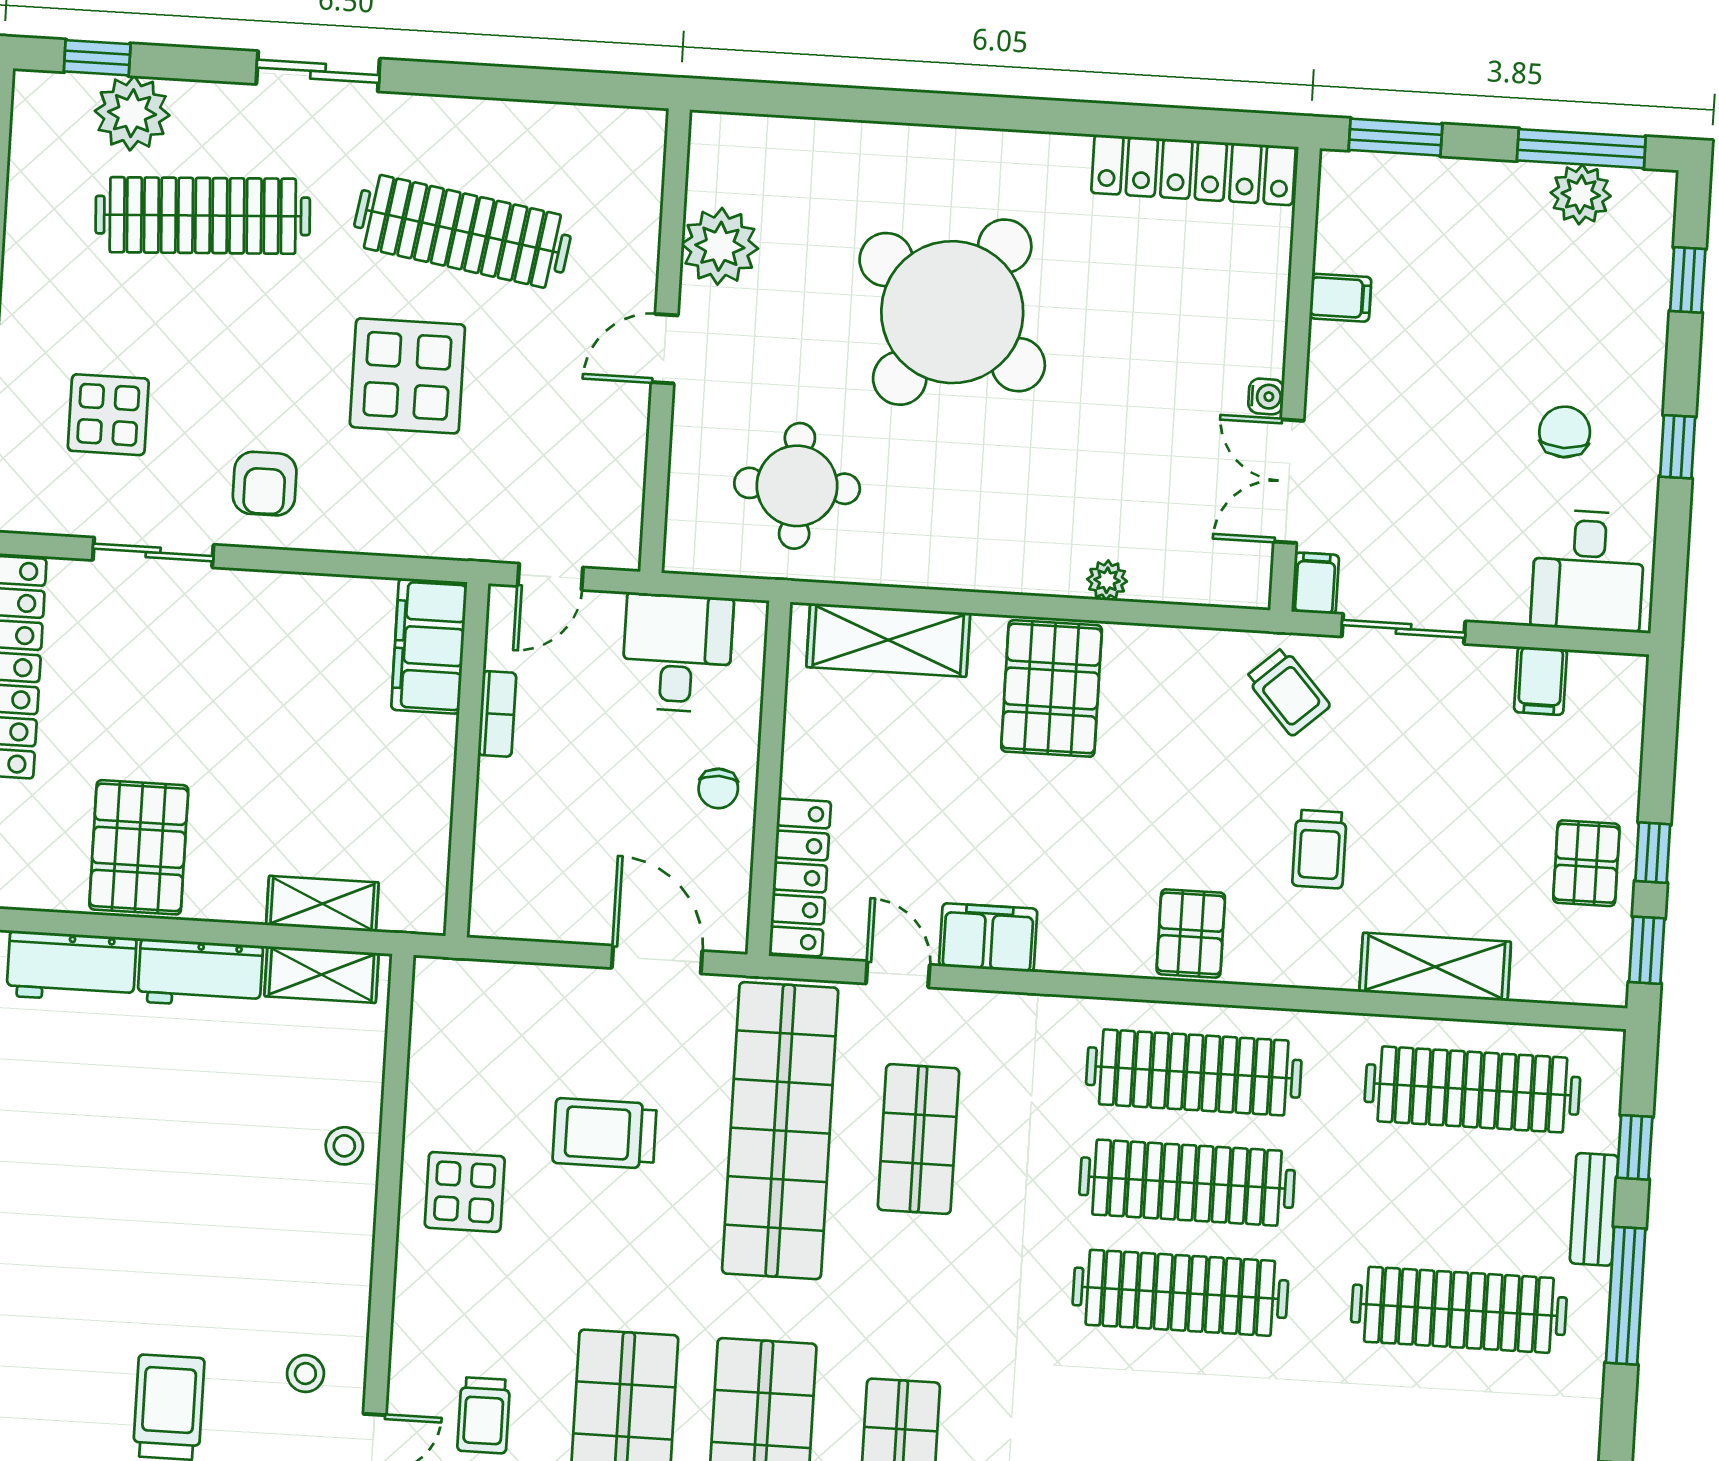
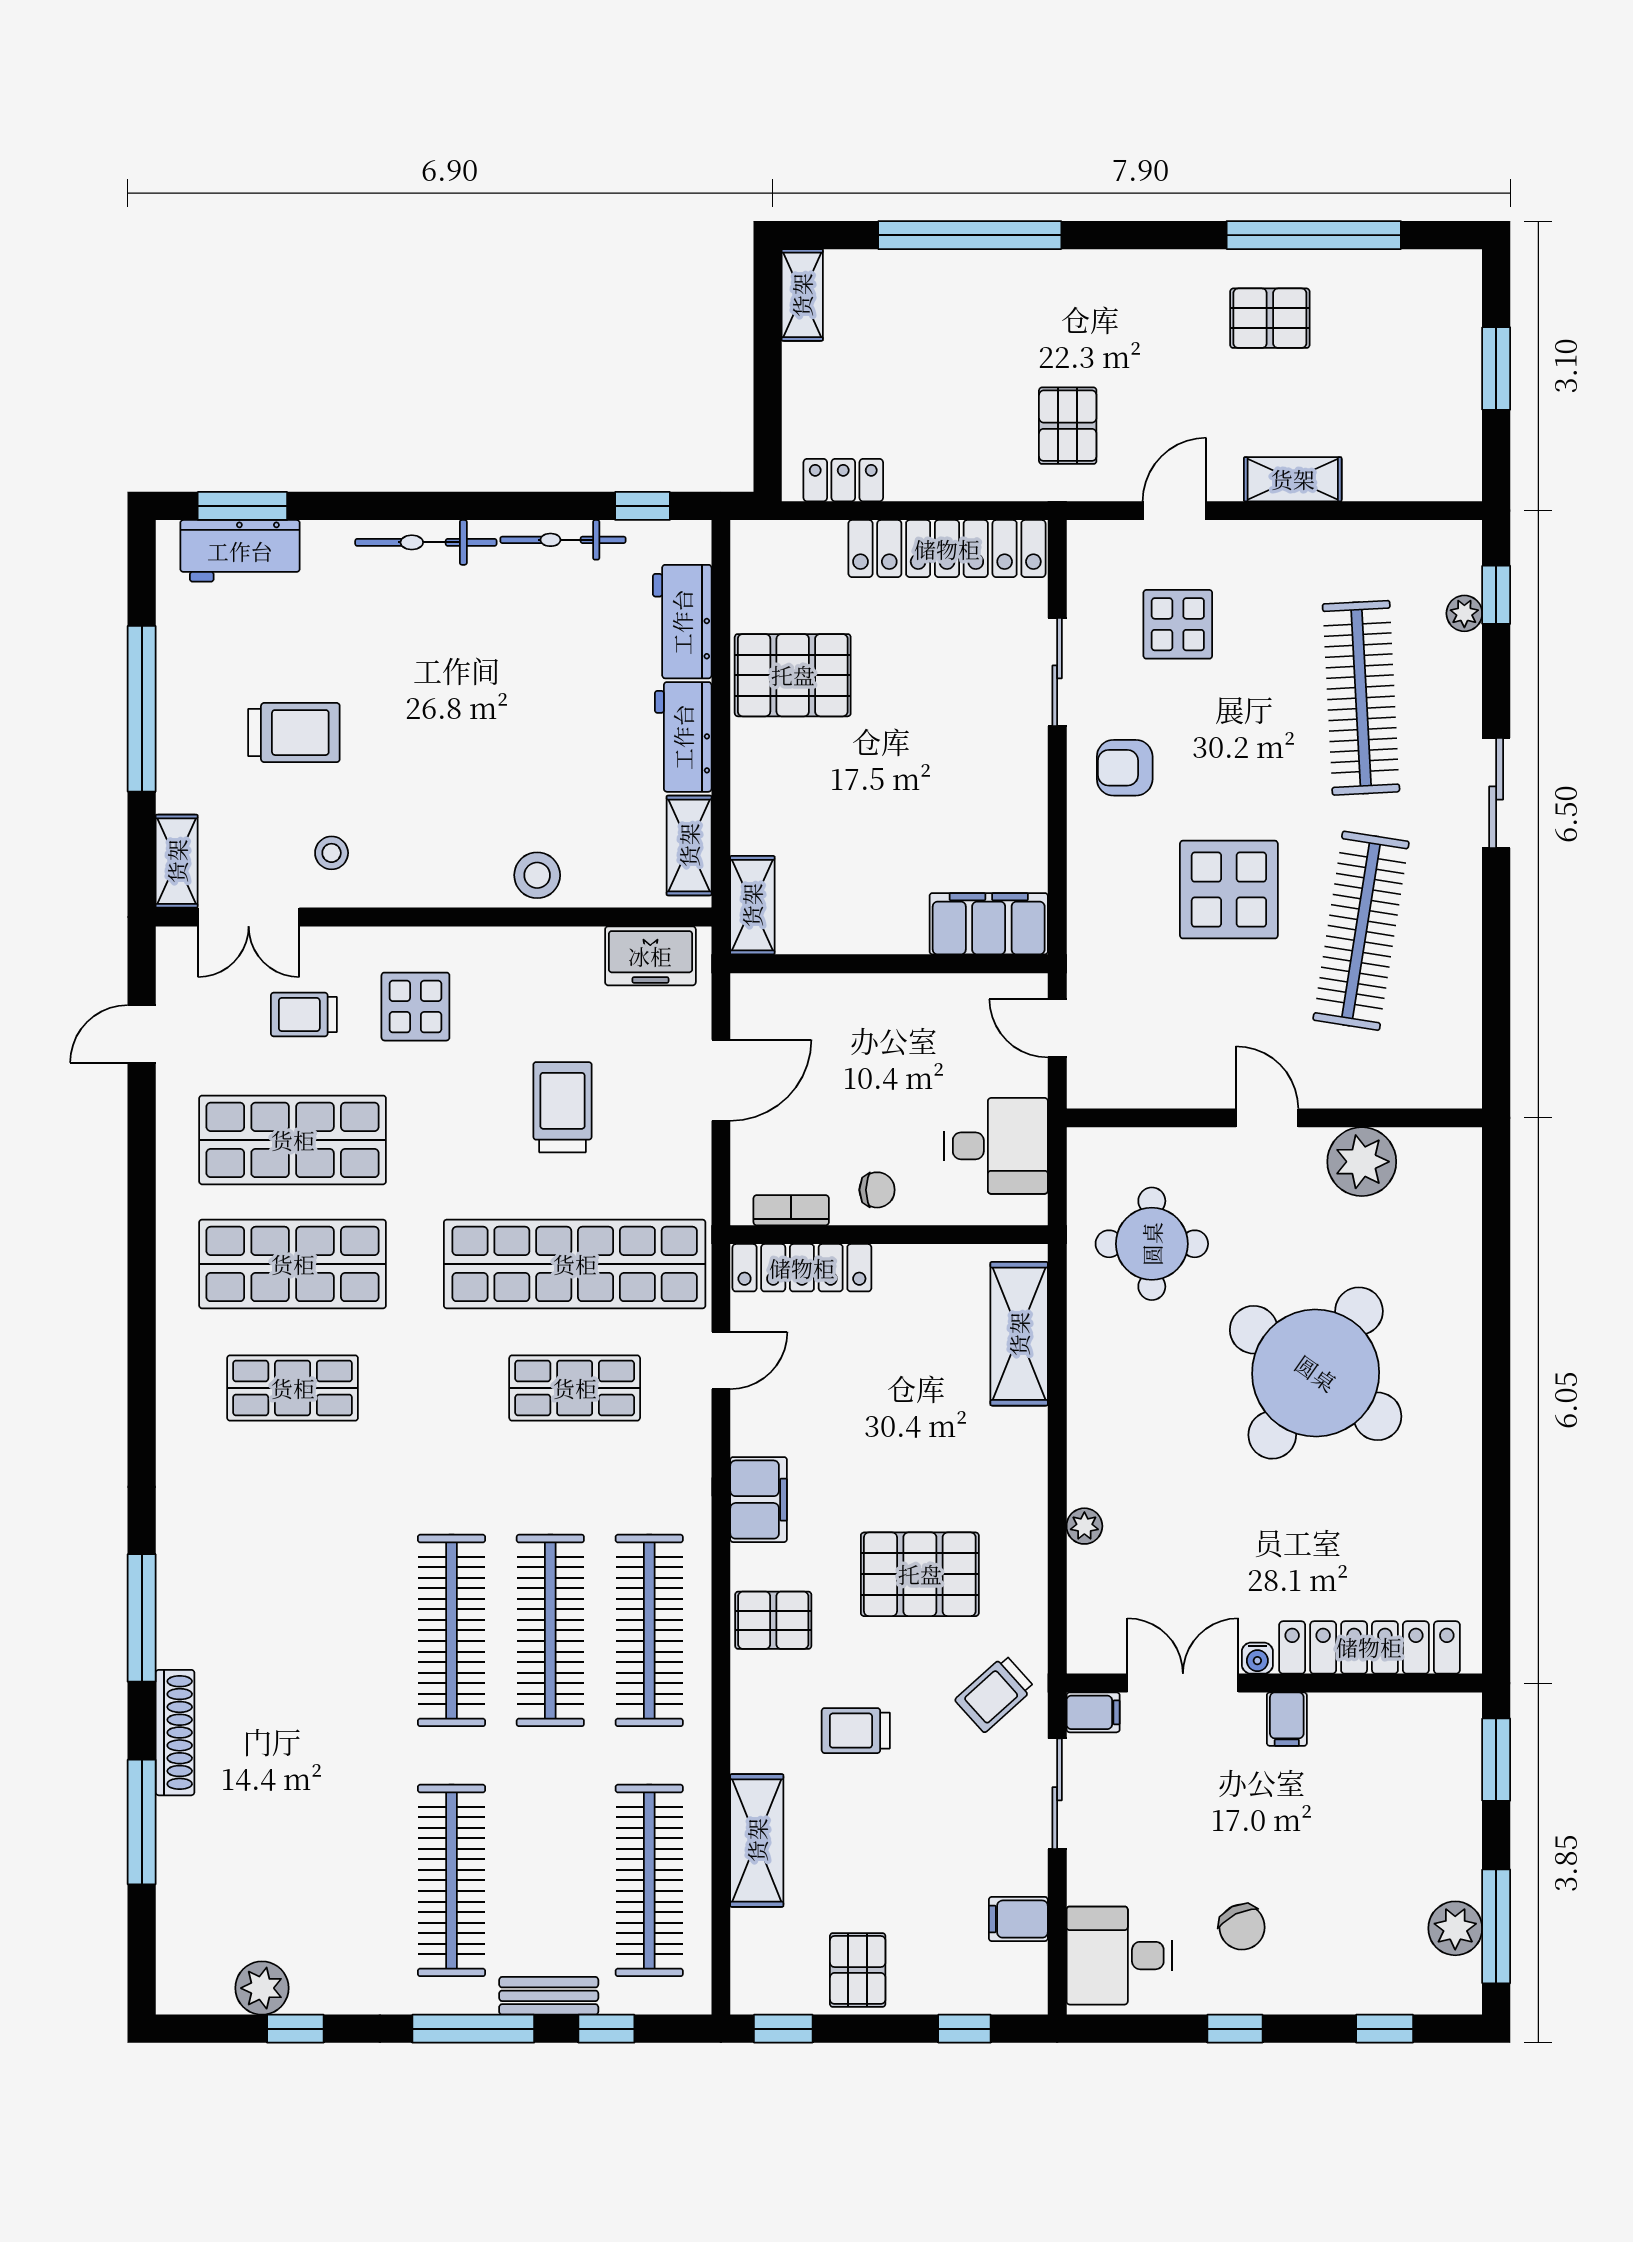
plant: (132, 113) -> (1464, 613), width x0.53, depth x0.53
locker: (1194, 170) -> (1369, 1647), moved, turned 90
filing cabinet: (1340, 298) -> (1287, 1719), moved
chair: (1565, 432) -> (1242, 1927), turned 64
pallet: (1052, 688) -> (920, 1574), moved
bookcase: (497, 714) -> (791, 1210), moved, turned 180
chair: (718, 788) -> (877, 1190), turned 180
window: (1653, 853) -> (964, 2029), moved
pallet: (1586, 863) -> (858, 1970), turned 90
shelving: (322, 904) -> (752, 905), moved
filing cabinet: (988, 938) -> (759, 1500), moved
door: (657, 959) -> (721, 1080), moved
freezer: (442, 1025) -> (650, 956), added
stool: (344, 1146) -> (537, 875), width x1.37, depth x1.37
display table: (465, 1192) -> (415, 1007), moved

